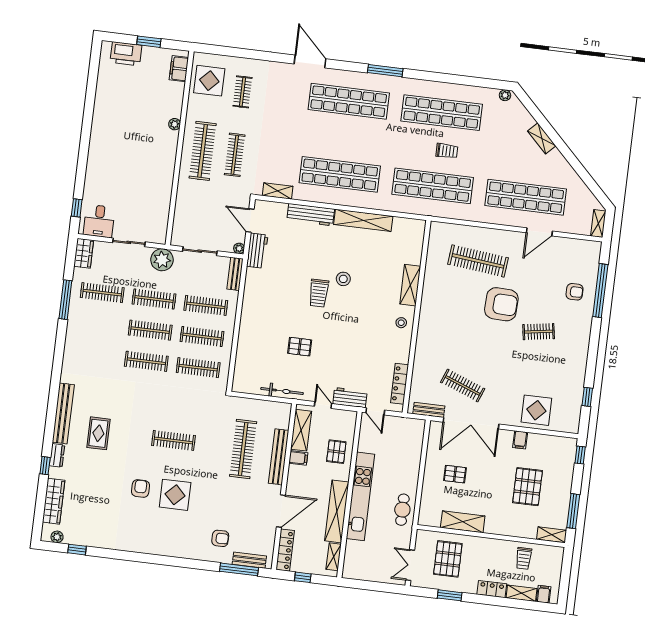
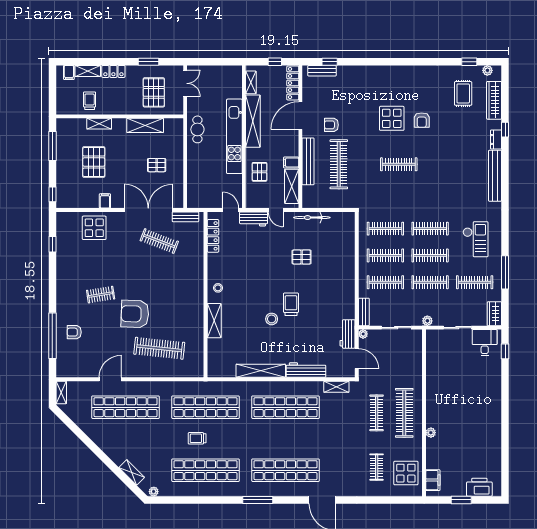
shelving: (542, 138) -> (132, 472), moved
plant: (162, 260) -> (427, 321), width x0.53, depth x0.53
checkout: (95, 342) -> (475, 239), added
rug: (98, 433) -> (463, 93), moved
shelving: (552, 535) -> (99, 124), moved
armchair: (220, 538) -> (331, 125), moved
window: (239, 569) -> (330, 62), width x0.46

